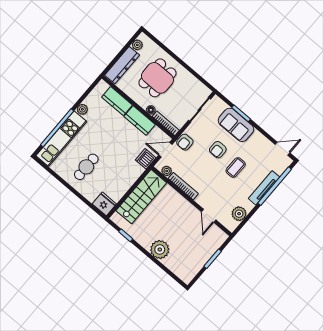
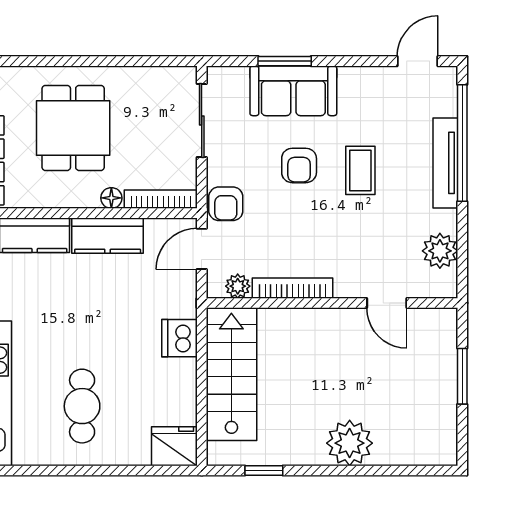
dishwasher: (146, 159) -> (179, 338), moved

